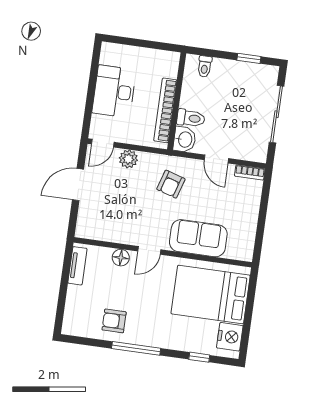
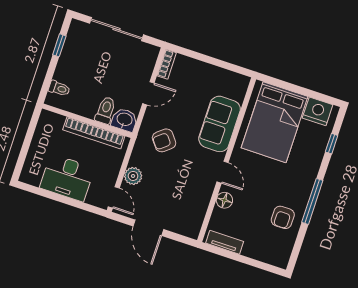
armchair: (171, 184) -> (164, 140), turned 124

